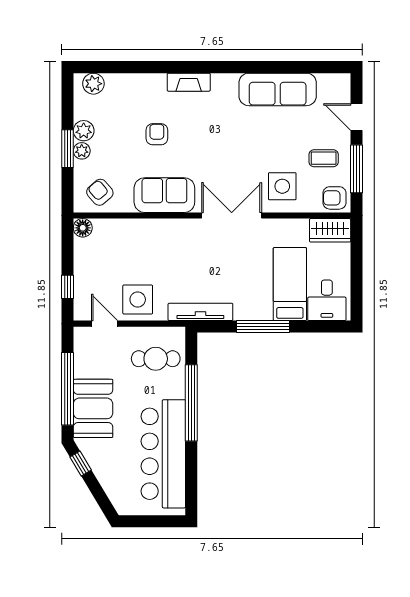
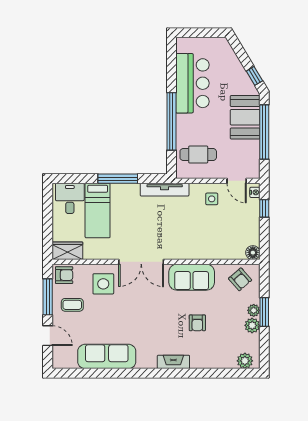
side table: (138, 300) -> (212, 199), width x0.54, depth x0.54
nightstand: (80, 308) -> (255, 192), added
bar counter: (163, 454) -> (192, 83), width x0.73

